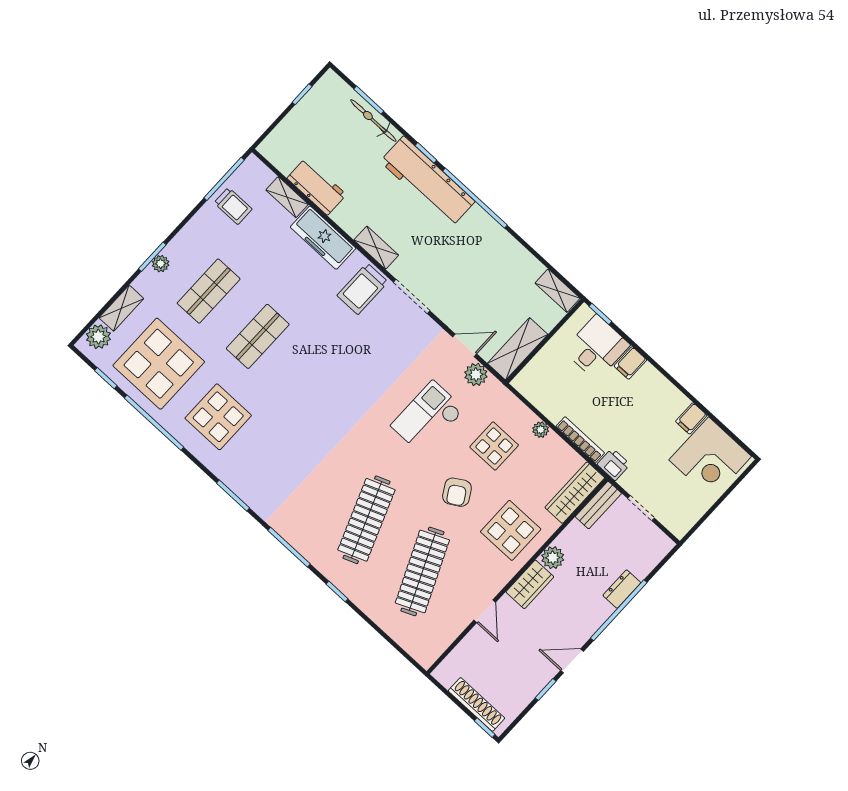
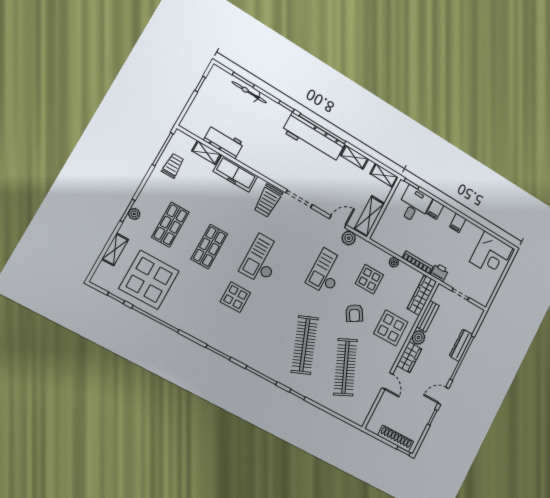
workbench: (427, 181) -> (314, 138), moved
trolley: (233, 206) -> (173, 166), turned -90
shelving: (376, 248) -> (354, 157), moved
plant: (98, 337) -> (104, 272), removed
checkout: (332, 374) -> (262, 259), added
display table: (218, 417) -> (235, 297), moved, width x0.73, depth x0.73
filing cabinet: (691, 418) -> (458, 223), moved
bench: (598, 505) -> (428, 316), moved
dresser: (622, 589) -> (461, 345), width x1.44

